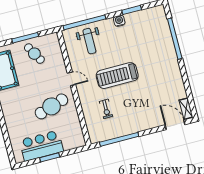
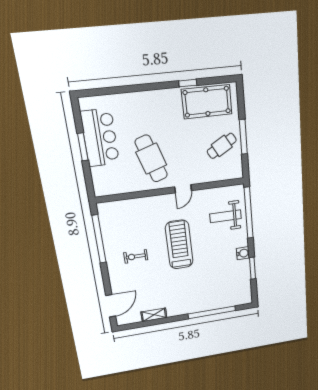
exercise bike: (106, 109) -> (136, 256), moved
shelving: (186, 109) -> (154, 315), moved

